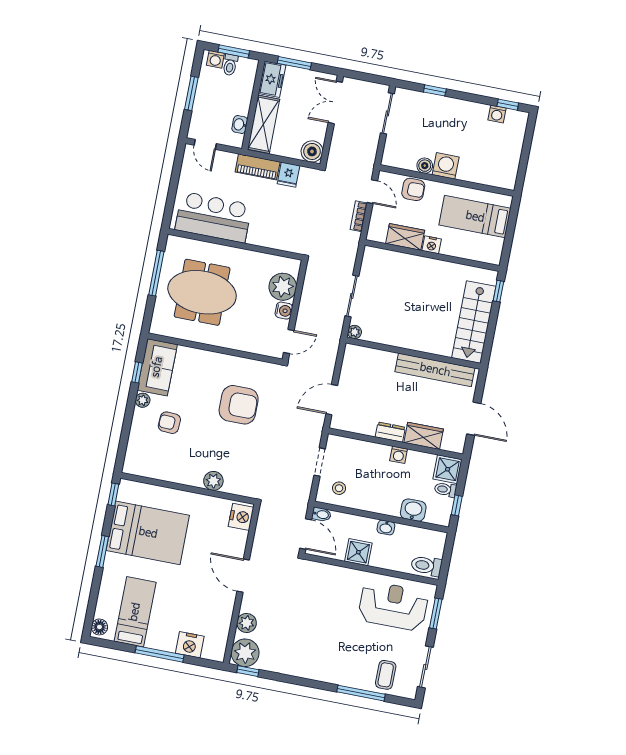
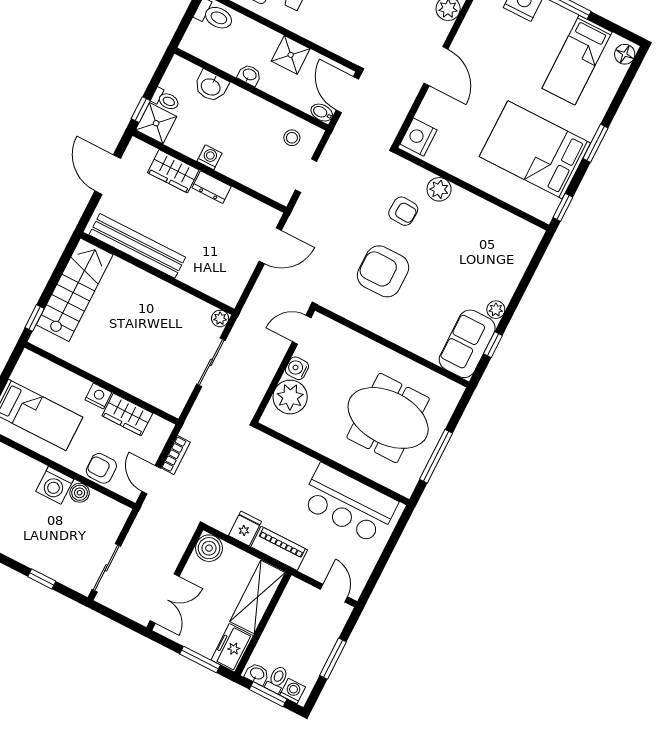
washbasin: (240, 125) -> (257, 674), moved, turned -90
armchair: (169, 423) -> (403, 211), moved
window: (457, 505) -> (141, 110), moved

